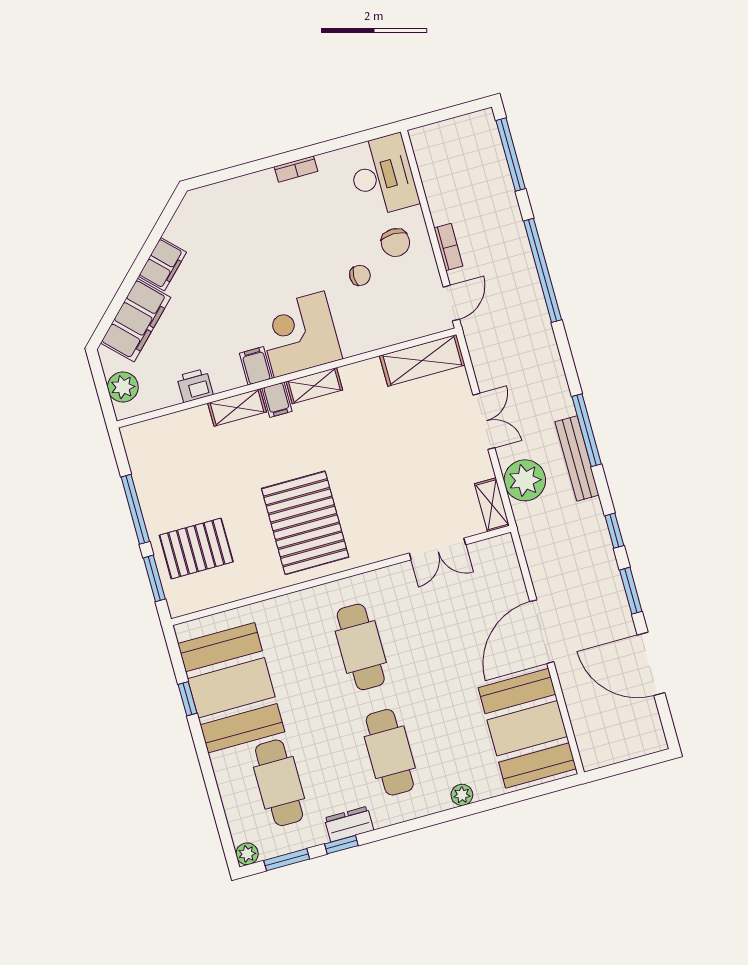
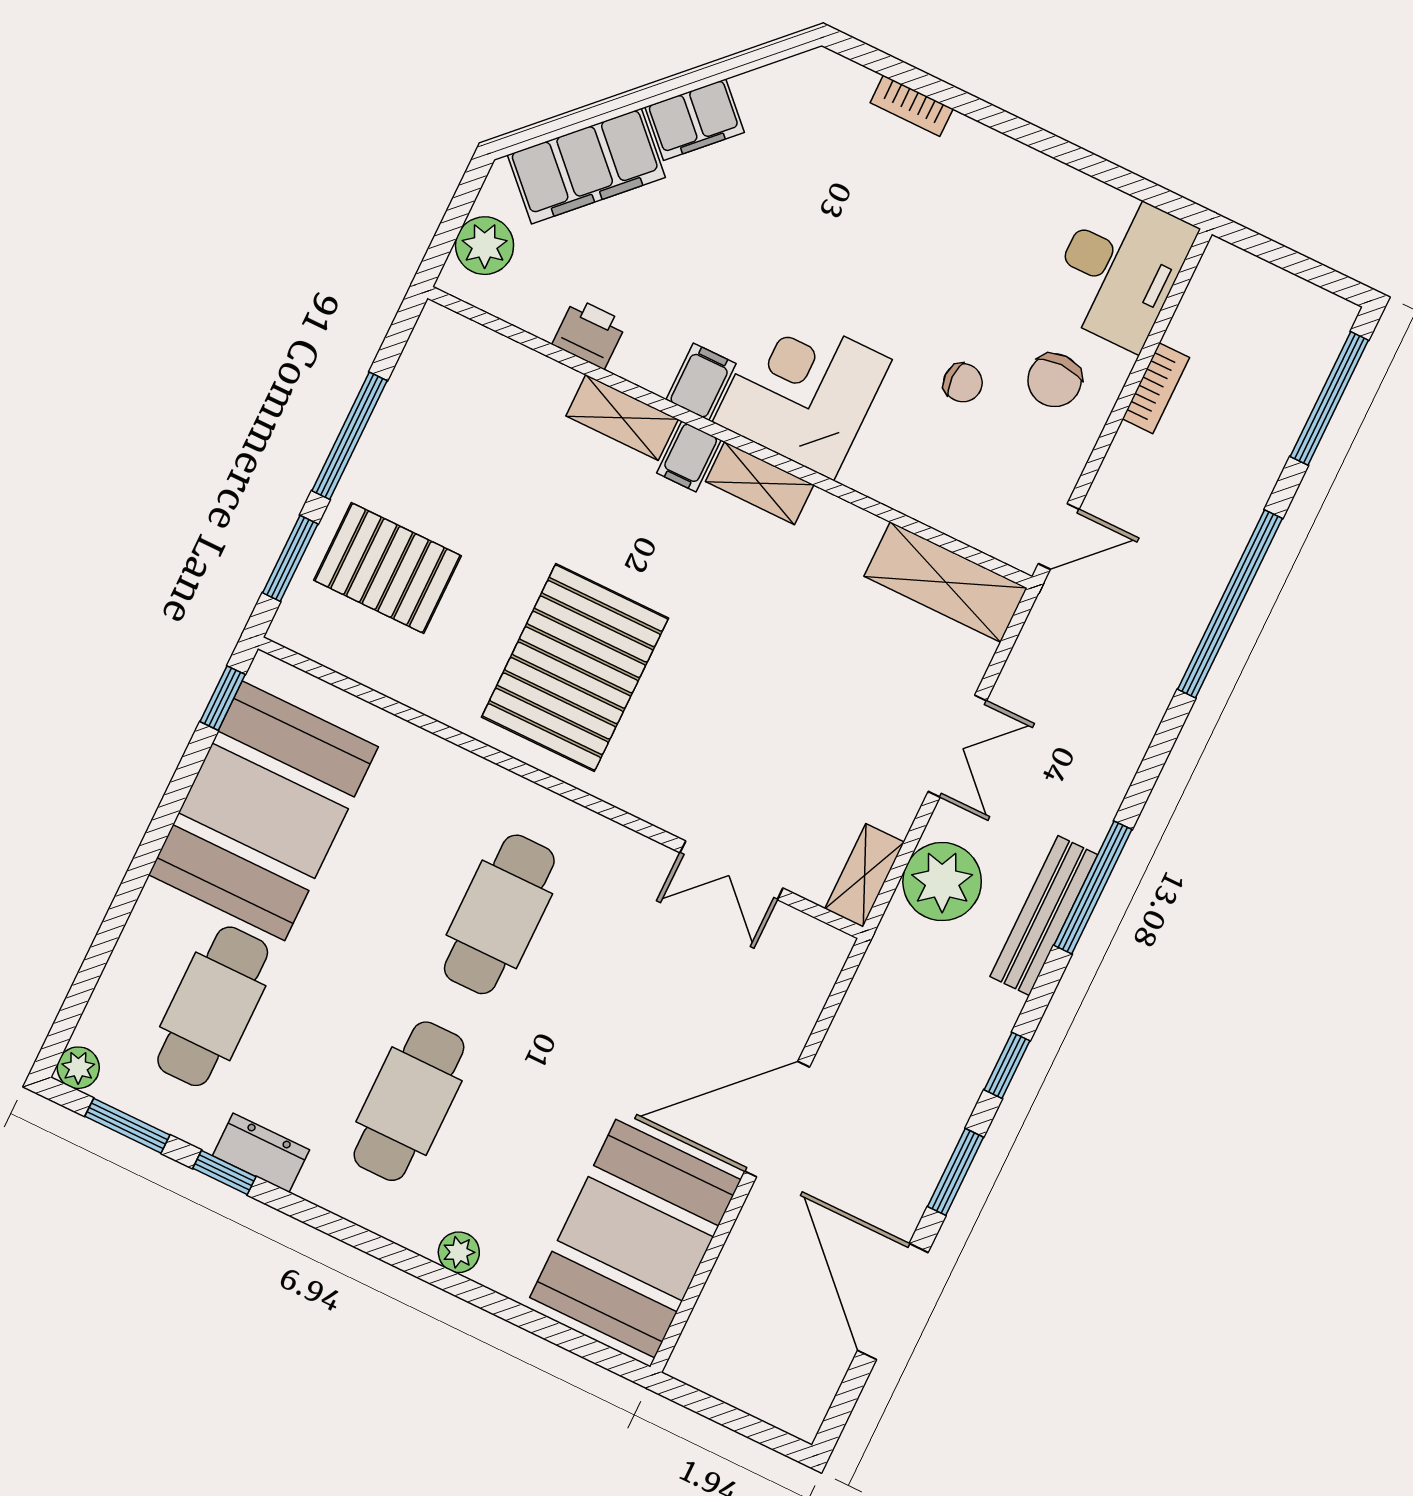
bookcase: (296, 169) -> (912, 106), moved
bookcase: (448, 247) -> (1156, 388), moved
window: (188, 699) -> (223, 698), moved

